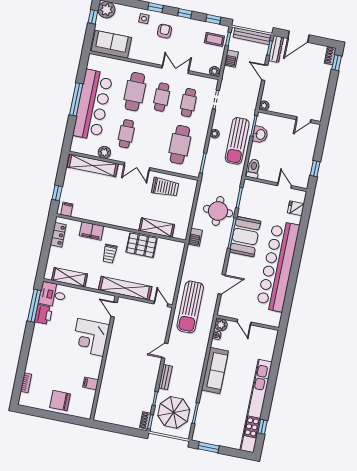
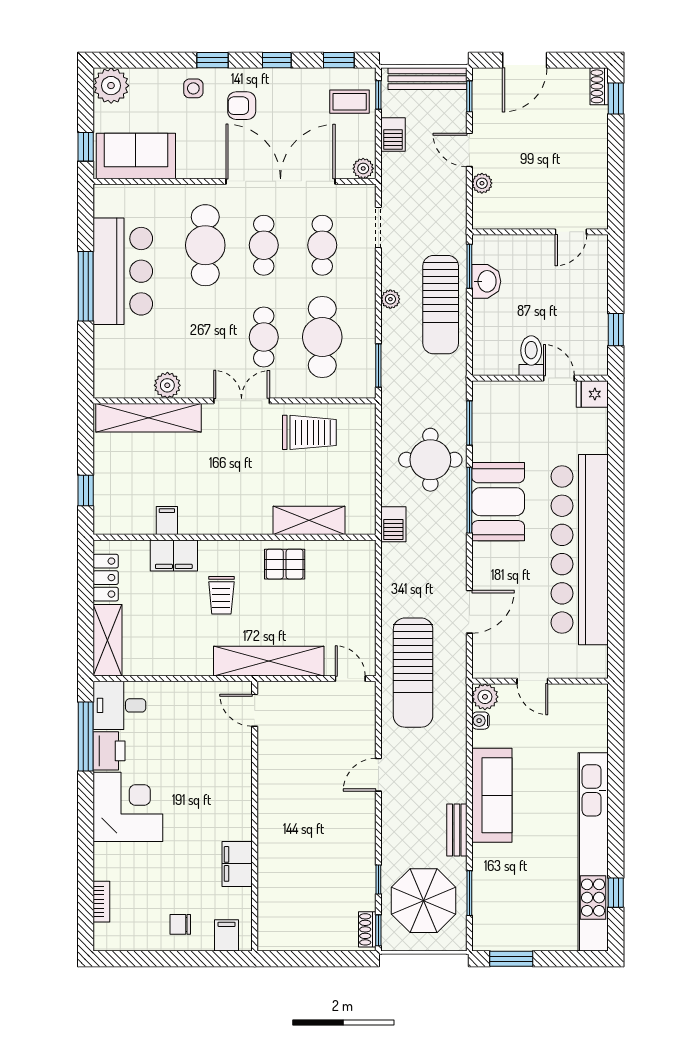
window: (93, 17) -> (86, 147), moved
armchair: (165, 31) -> (242, 106), turned -90
dresser: (276, 49) -> (483, 96), removed
double door: (175, 69) -> (281, 181), width x1.87
bar counter: (93, 105) -> (123, 271), width x0.73
plant: (264, 106) -> (482, 183), moved
cafe table: (126, 134) -> (264, 337), moved
double door: (137, 166) -> (242, 401), swing flipped
toilet: (253, 169) -> (531, 356), moved
fridge: (296, 208) -> (592, 394), moved
filing cabinet: (67, 209) -> (167, 521), moved
pallet: (141, 245) -> (285, 564), width x0.67, depth x0.71
shelving: (70, 277) -> (108, 640), moved, turned 90
corner desk: (91, 337) -> (128, 807), moved, turned 180
bench: (165, 377) -> (457, 830), moved
filing cabinet: (91, 383) -> (237, 864), width x2.00
chair: (60, 401) -> (180, 924), width x0.54, depth x0.54
filing cabinet: (80, 410) -> (227, 935), added

